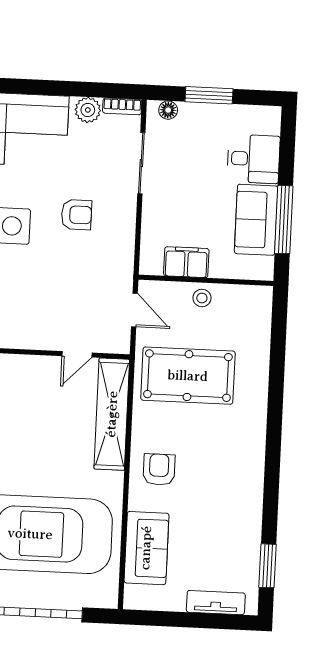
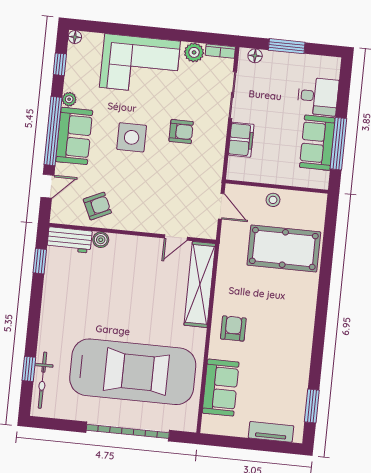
filing cabinet: (186, 262) -> (241, 140), moved, turned 90
pool table: (188, 376) -> (284, 248), moved

